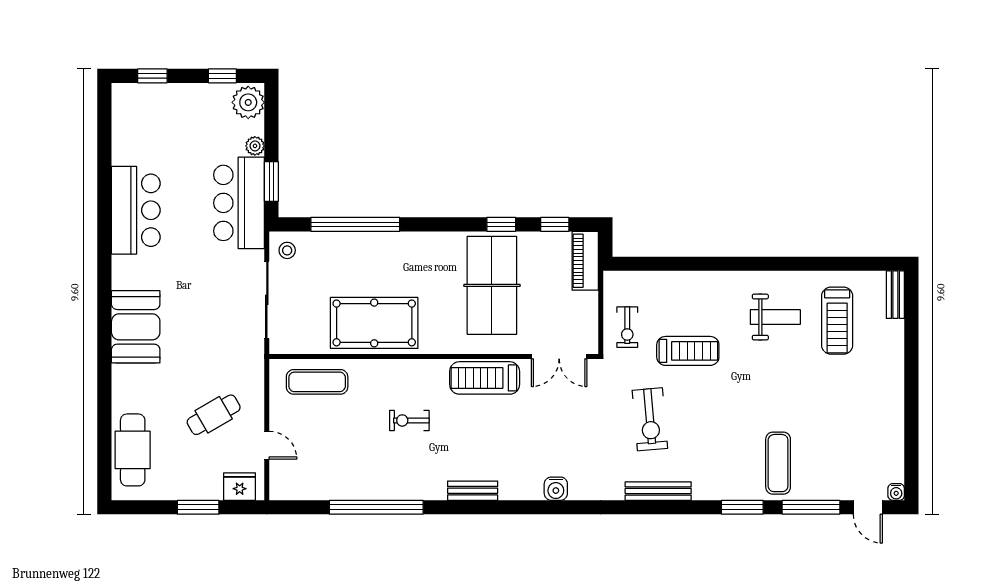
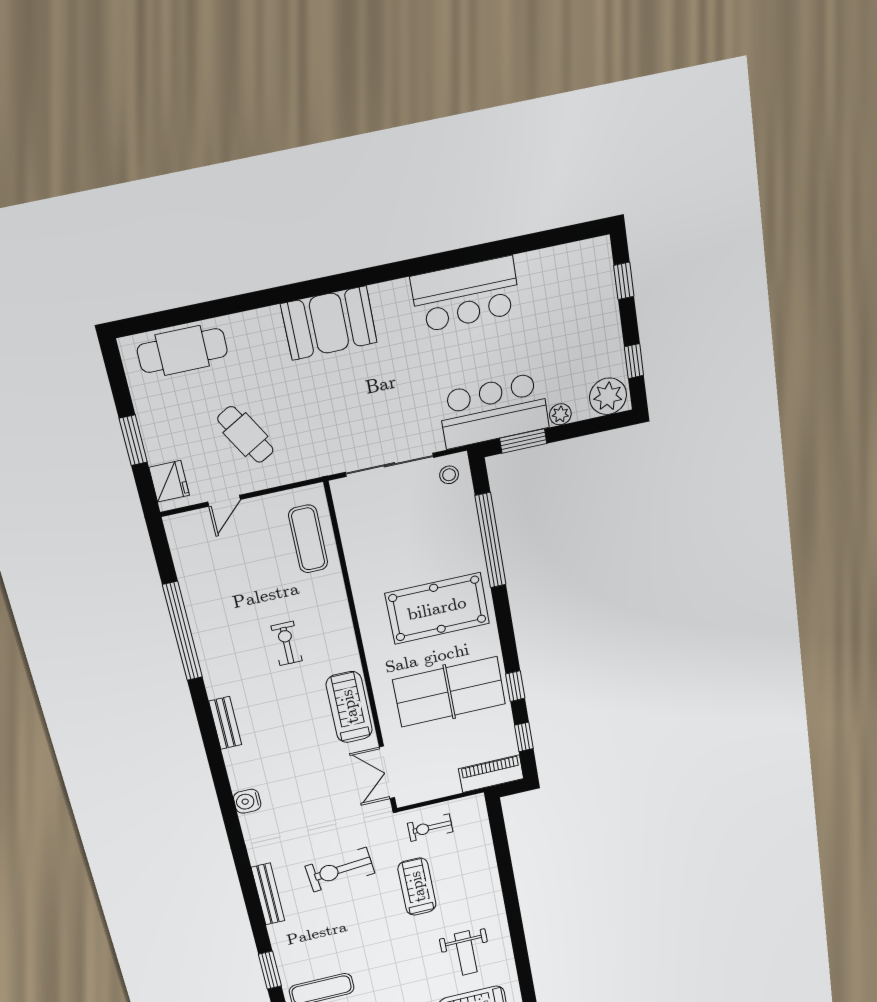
pool table: (374, 323) -> (437, 608), moved, turned 90
treadmill: (688, 351) -> (417, 887), turned 180

